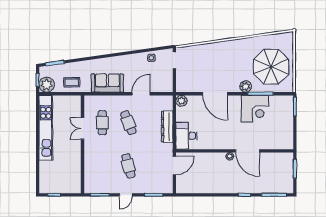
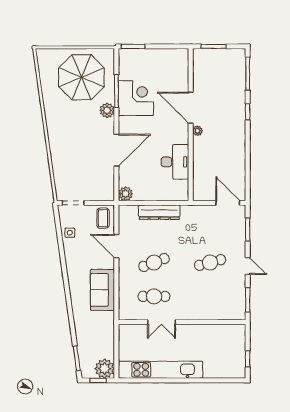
coffee table: (72, 82) -> (103, 218), moved
desk: (186, 136) -> (175, 162), moved, turned -90
door: (248, 151) -> (191, 108), swing flipped
door: (174, 165) -> (228, 203), moved

